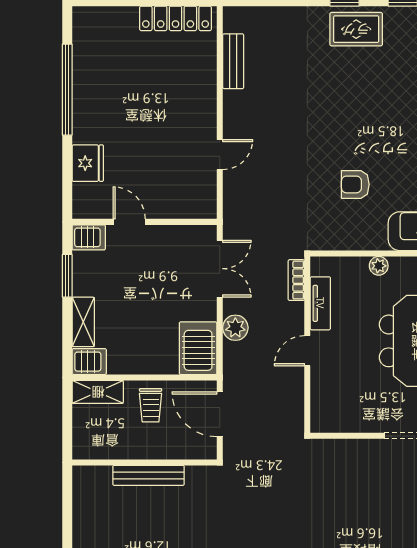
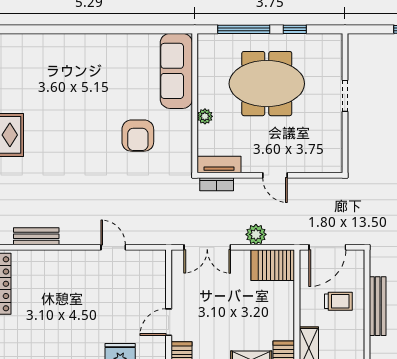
armchair: (355, 184) -> (138, 136), width x1.38, depth x1.38
double door: (220, 269) -> (207, 247), swing flipped
tv unit: (320, 303) -> (219, 164), moved
trolley: (151, 405) -> (338, 301), moved

